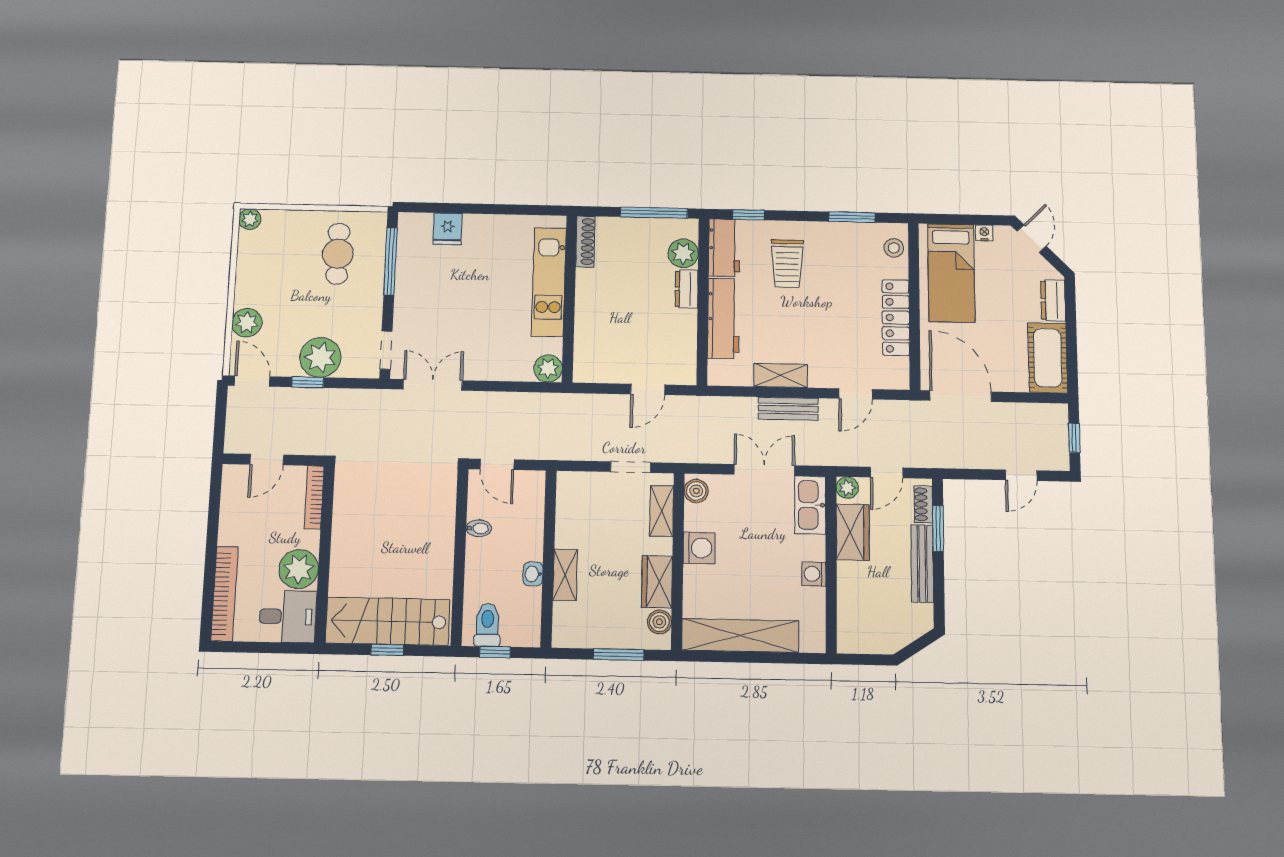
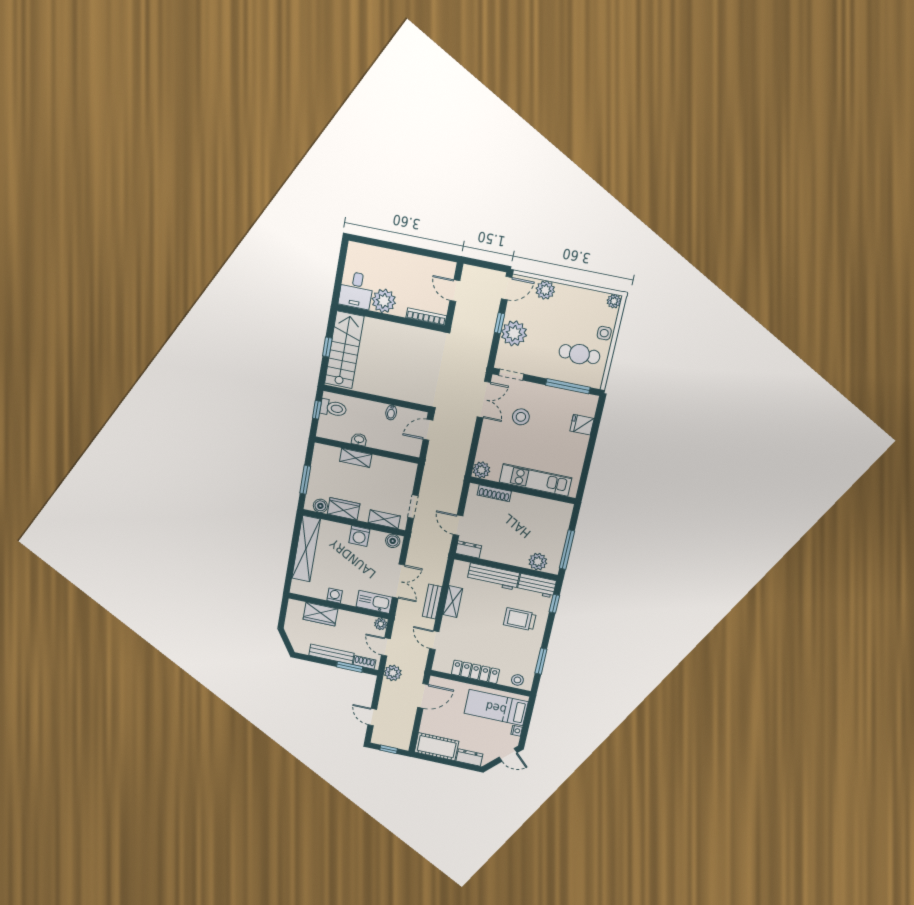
side table: (300, 224) -> (604, 333), added
shoe rack: (585, 242) -> (494, 493), moved
dresser: (687, 289) -> (468, 549), moved
stool: (451, 323) -> (521, 417), added
door: (961, 396) -> (423, 696), width x0.73
plant: (931, 453) -> (393, 673), added
wardrobe: (853, 532) -> (320, 614), moved
bookcase: (224, 594) -> (376, 253), removed

